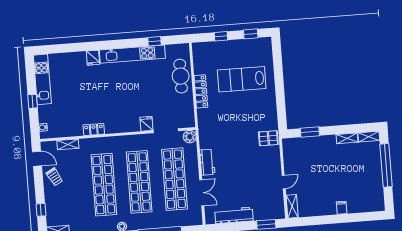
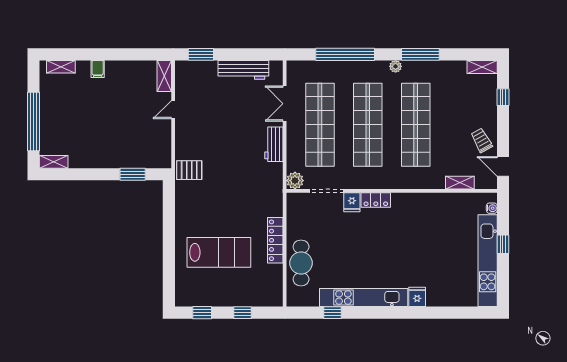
kitchen unit: (42, 79) -> (488, 261), width x1.36
locker: (94, 129) -> (376, 200), moved
shelving: (347, 138) -> (61, 67), moved

